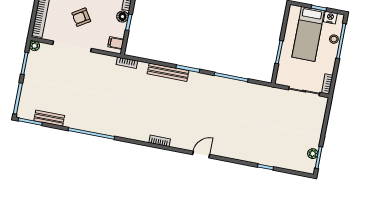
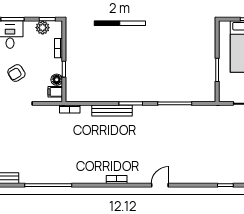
floor lamp: (122, 17) -> (57, 80), moved

